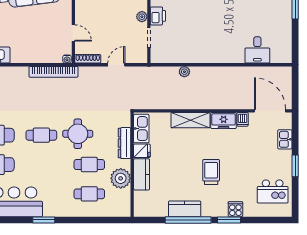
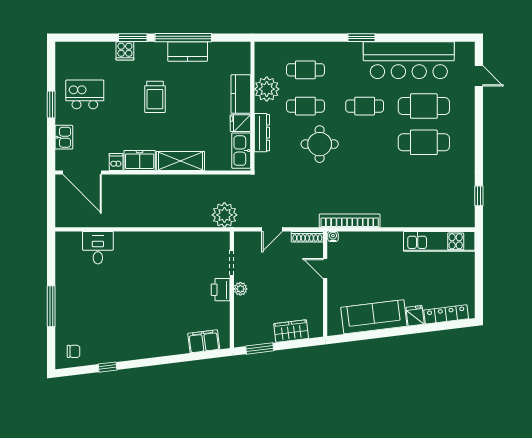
plant: (184, 72) -> (224, 215), moved, width x1.87, depth x1.87
cafe table: (41, 135) -> (365, 106), moved
kitchen island: (273, 191) -> (85, 94), moved

